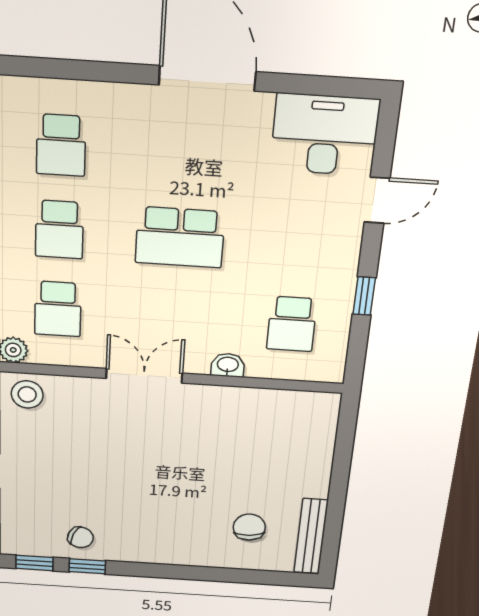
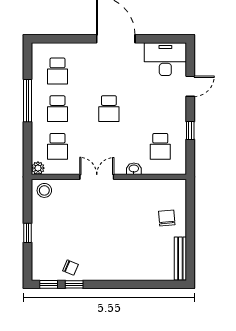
school desk: (180, 237) -> (109, 109), width x0.54
chair: (249, 527) -> (167, 218), moved

